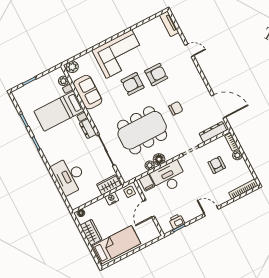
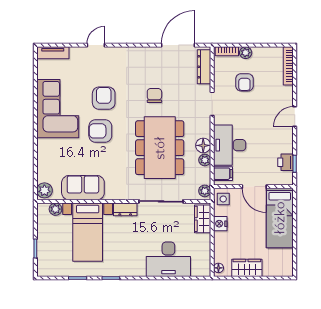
corner sofa: (119, 54) -> (58, 109), moved
armchair: (133, 84) -> (100, 131), turned 90
armchair: (217, 165) -> (244, 82), turned -90
plant: (129, 176) -> (205, 191), added
bed: (116, 245) -> (280, 218), moved, turned 180

